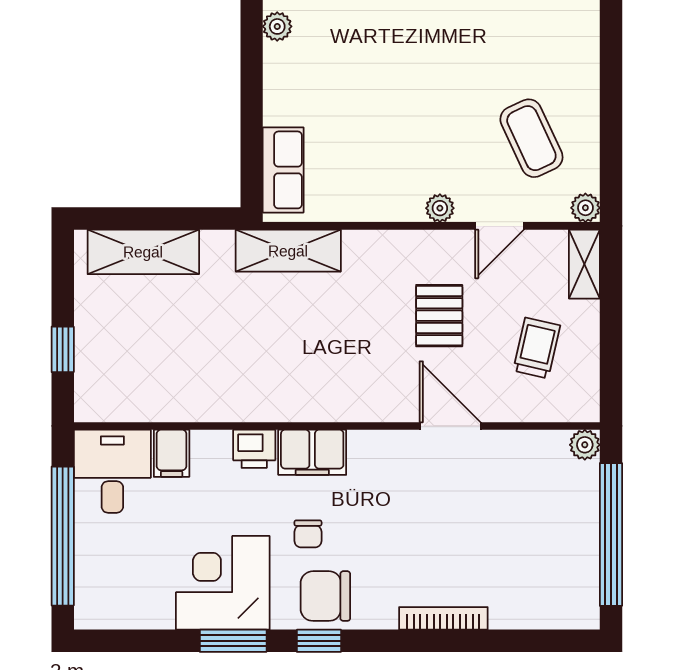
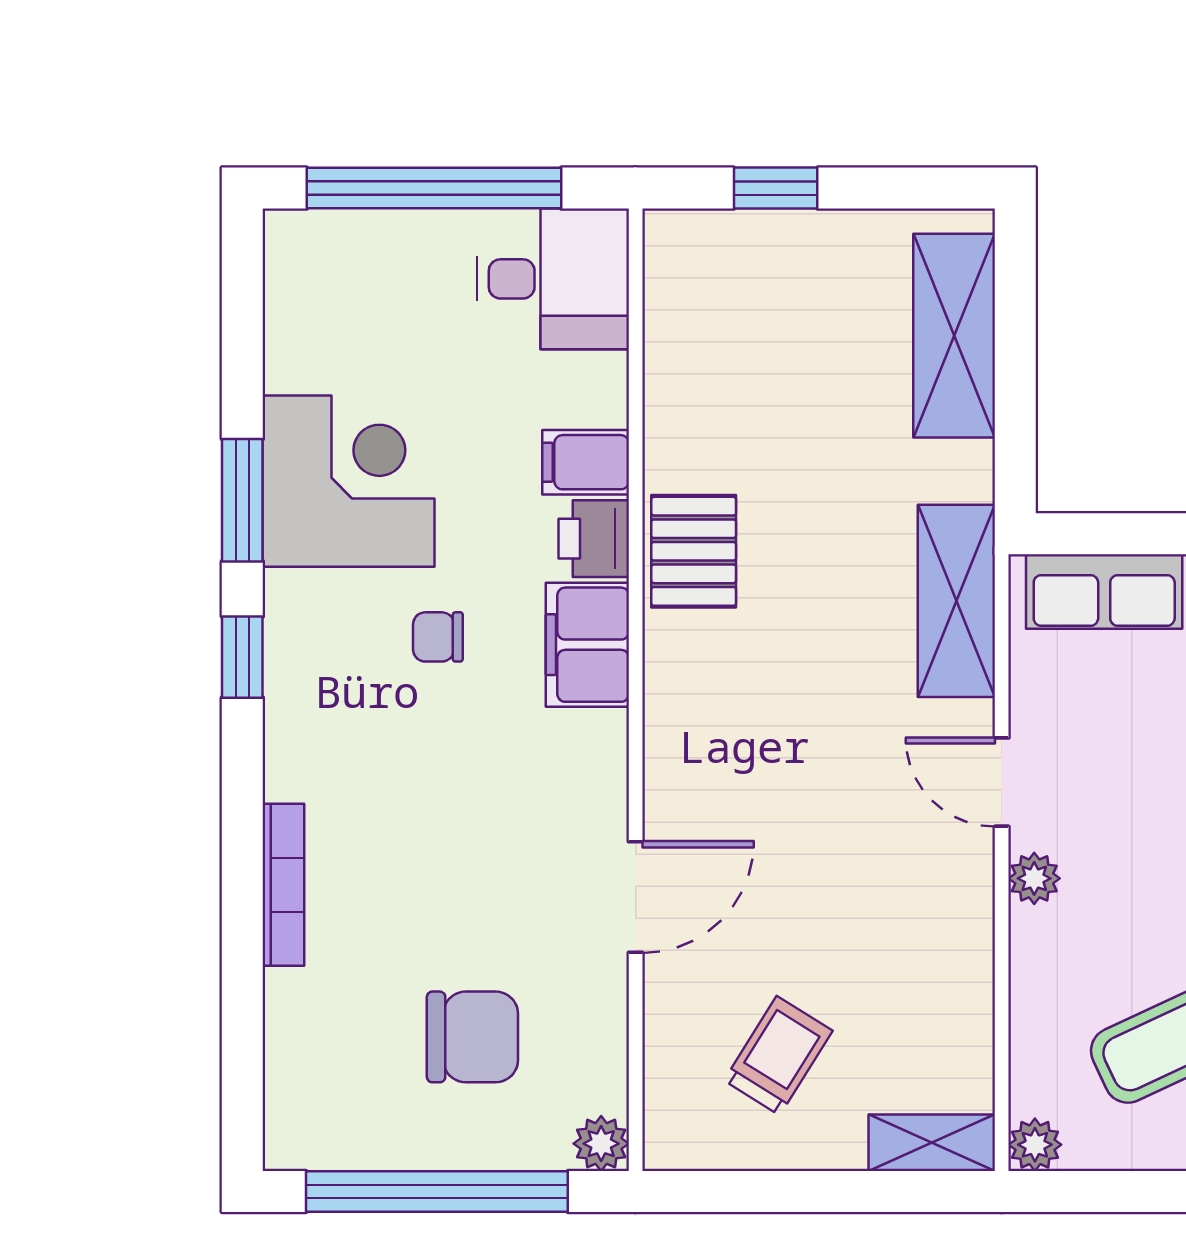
door: (499, 226) -> (1002, 782), moved
pallet: (439, 316) -> (694, 551), moved, turned 90
trolley: (537, 348) -> (778, 1056), turned -71
filing cabinet: (172, 453) -> (586, 462), moved
chair: (325, 596) -> (472, 1037), moved, turned 90

